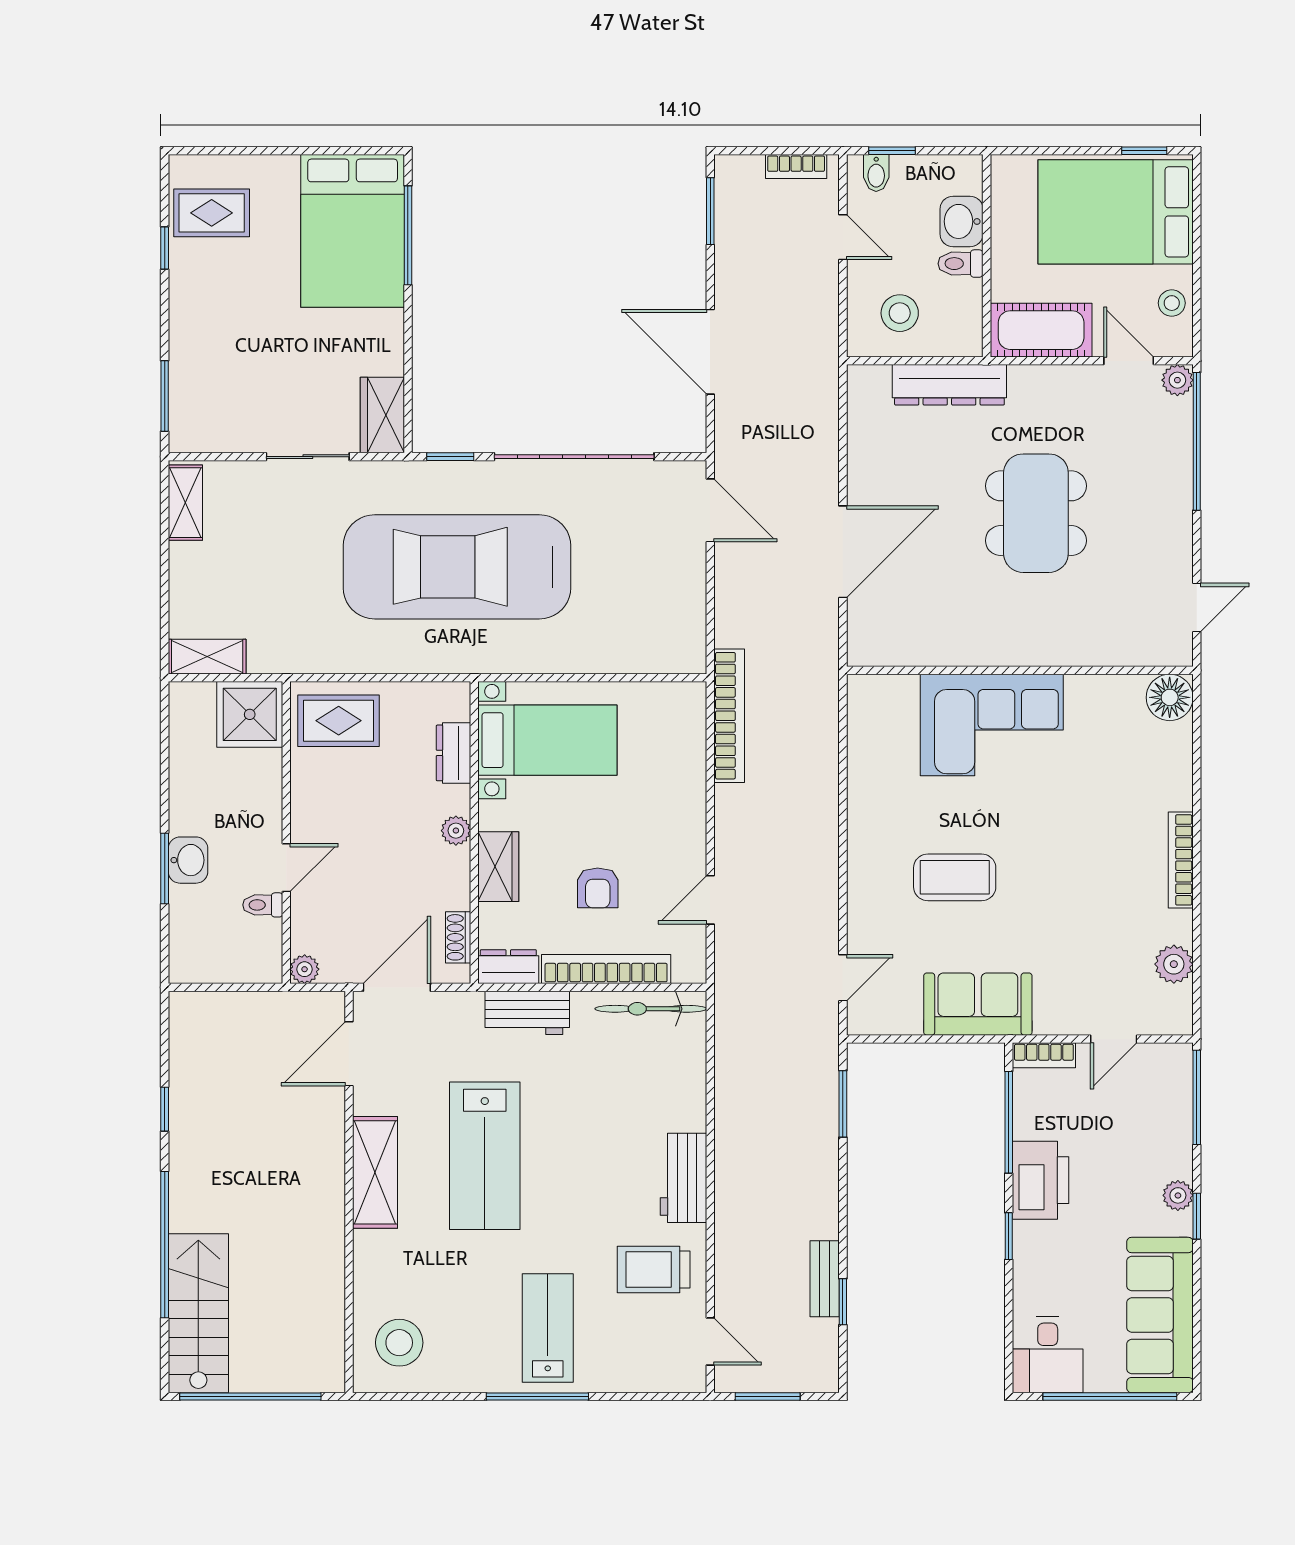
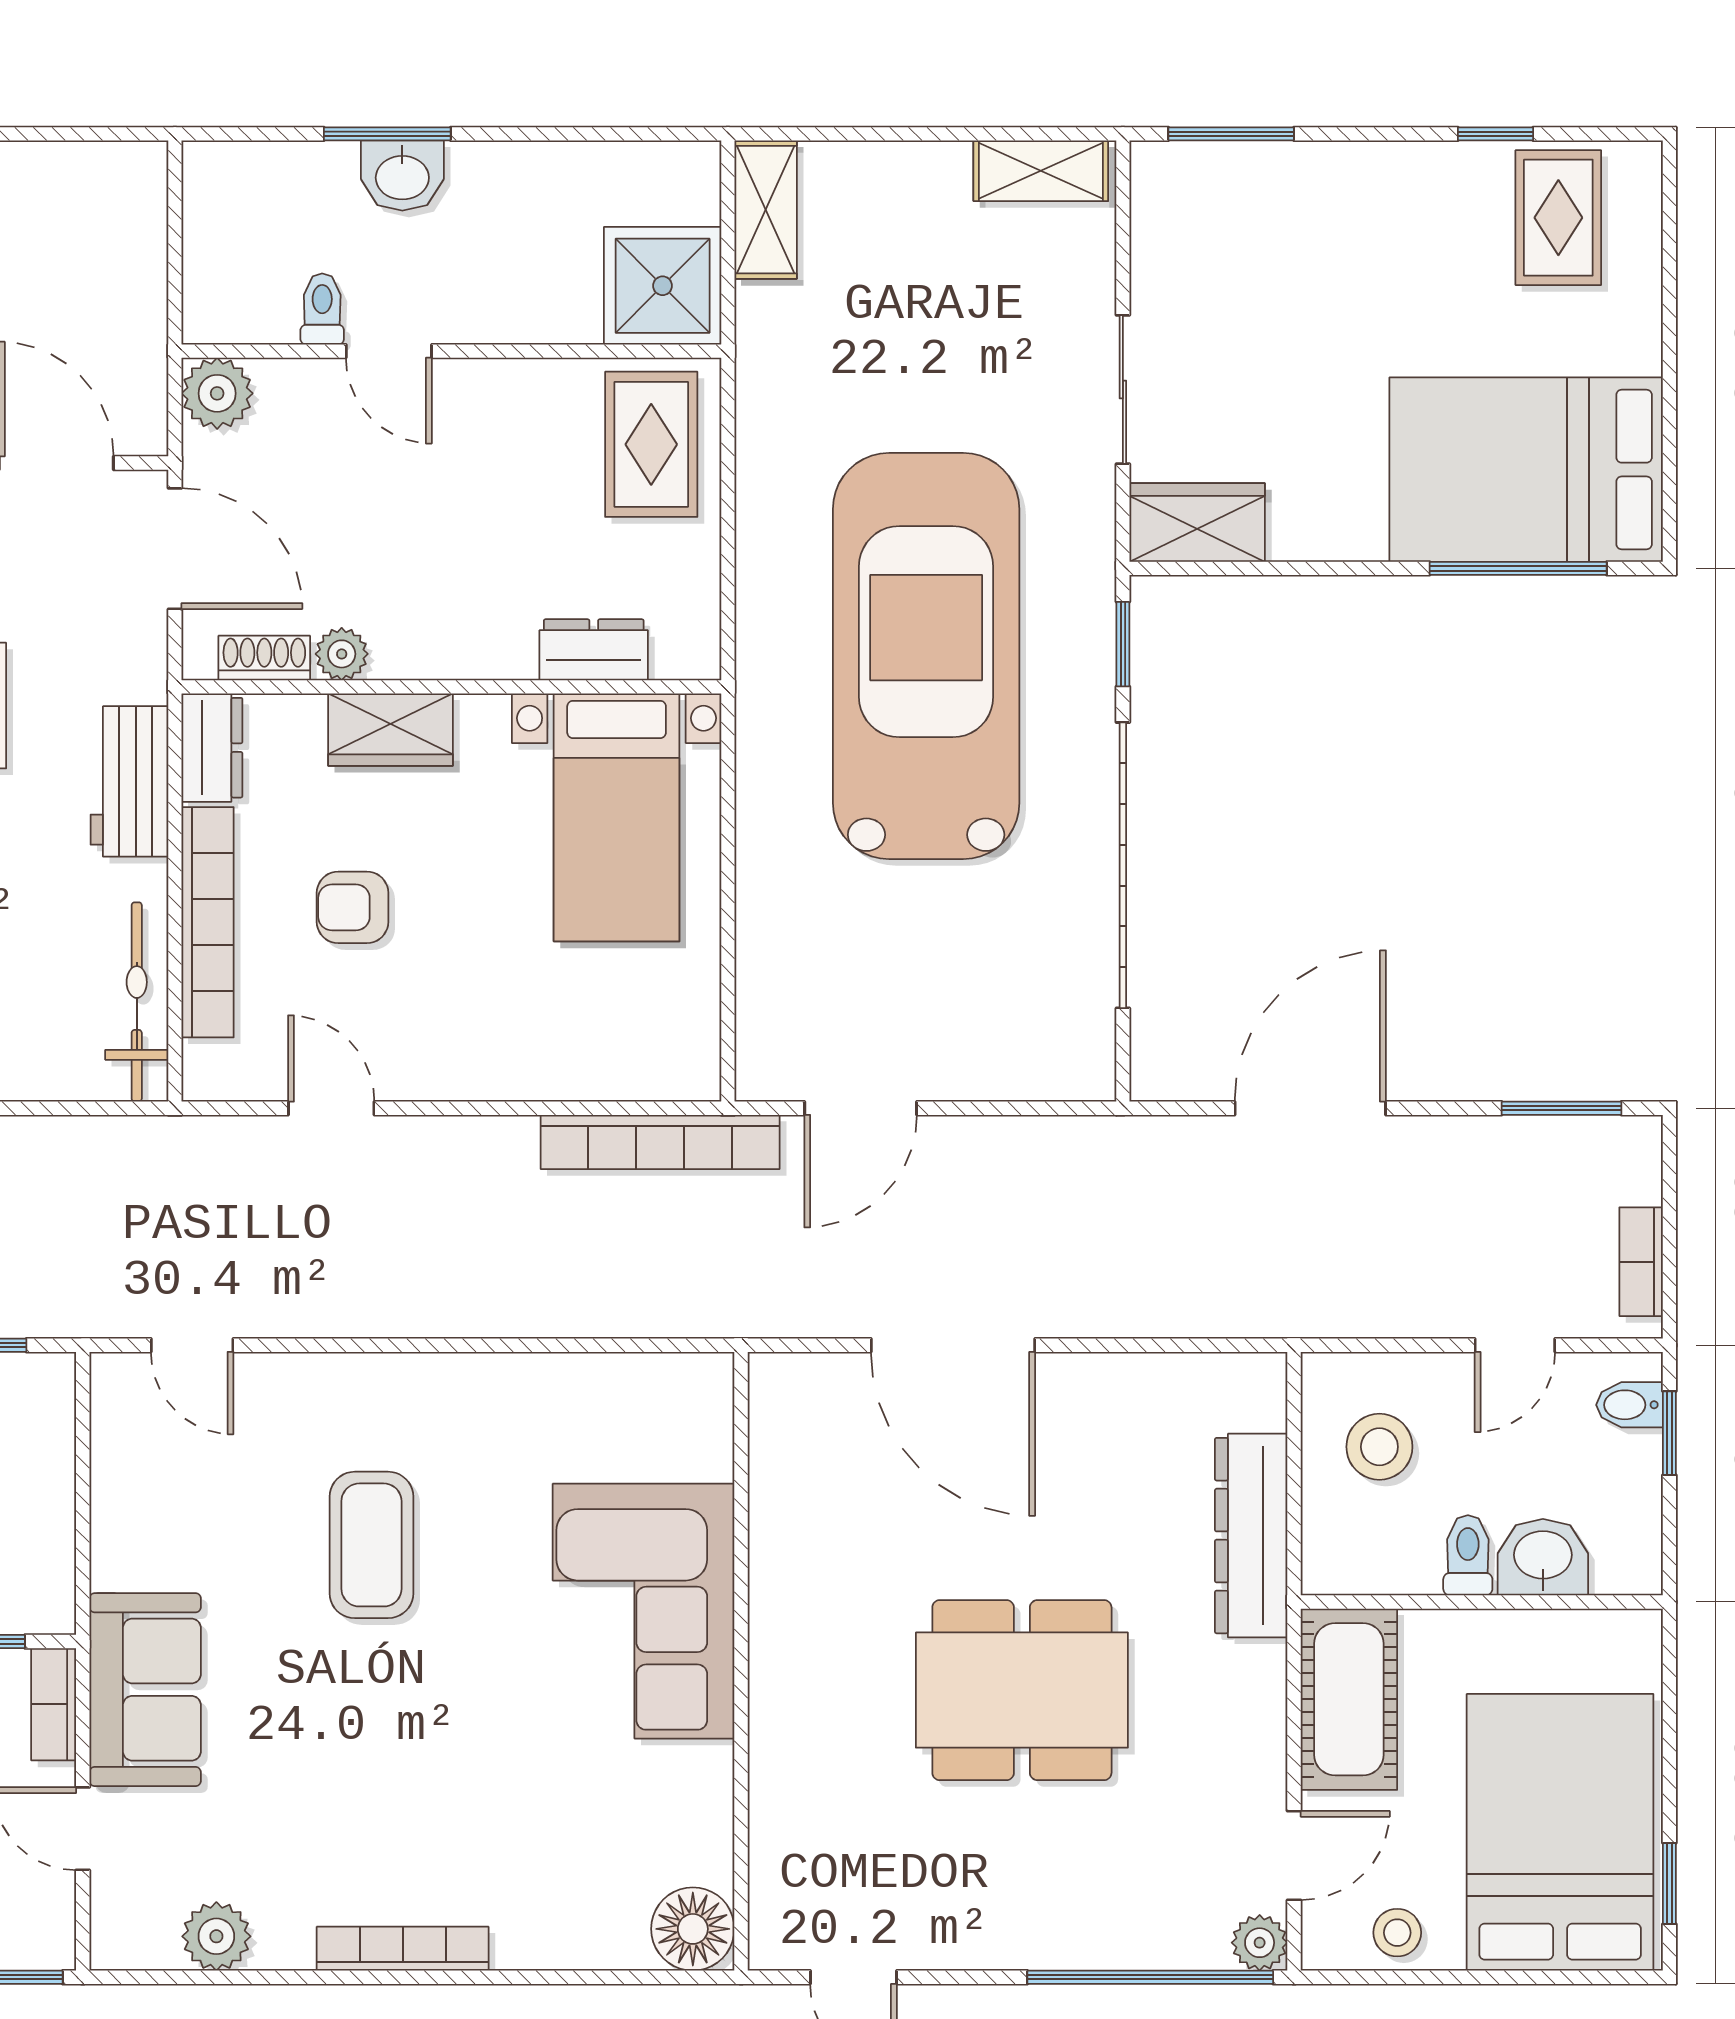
door: (710, 510) -> (861, 1108), moved
plant: (456, 831) -> (342, 654), moved
plant: (305, 969) -> (217, 393), width x1.38, depth x1.38
sofa: (978, 1004) -> (145, 1690), moved

